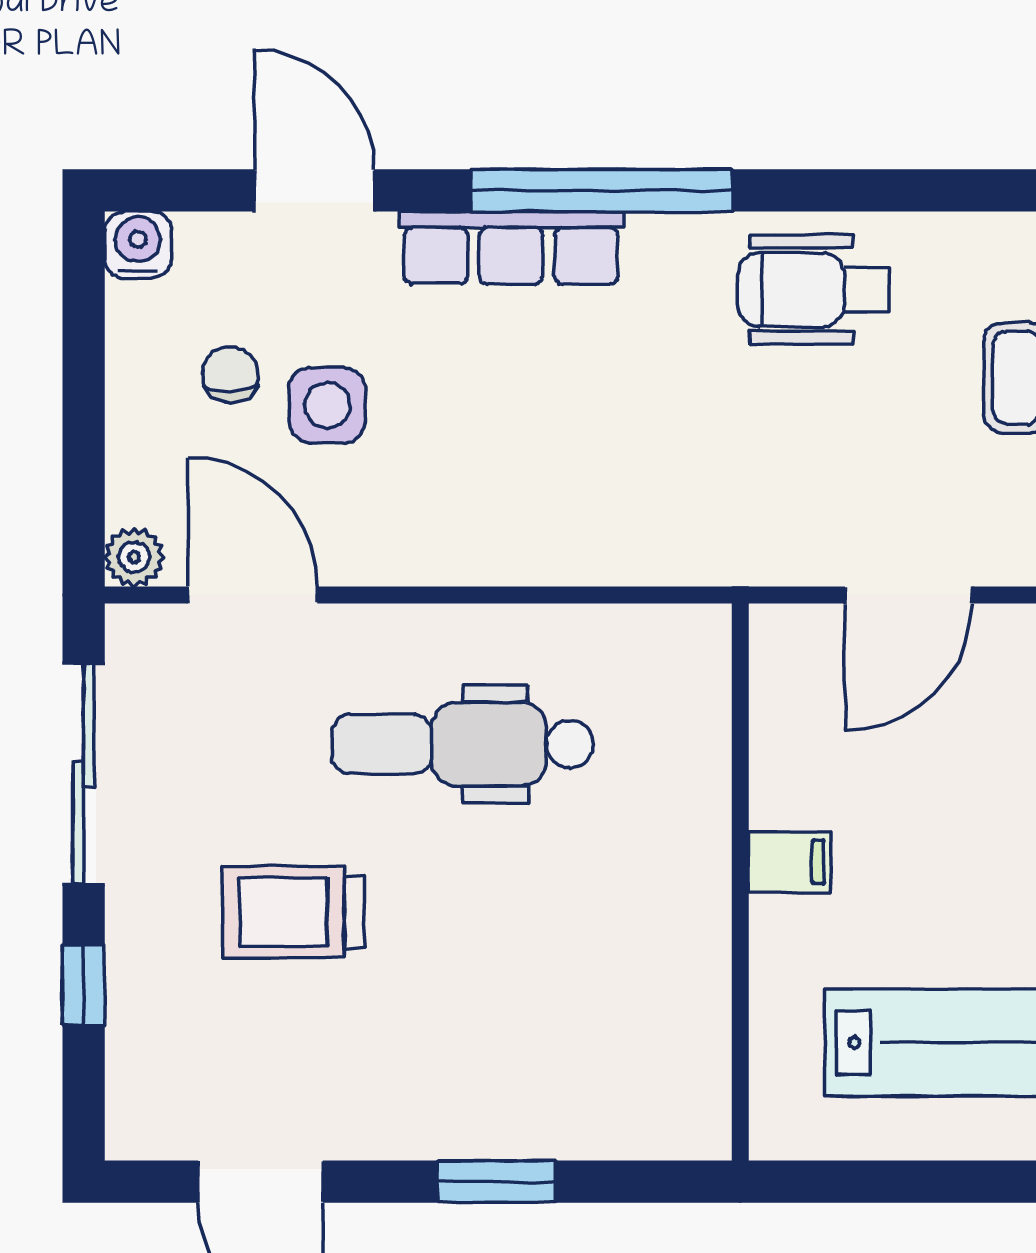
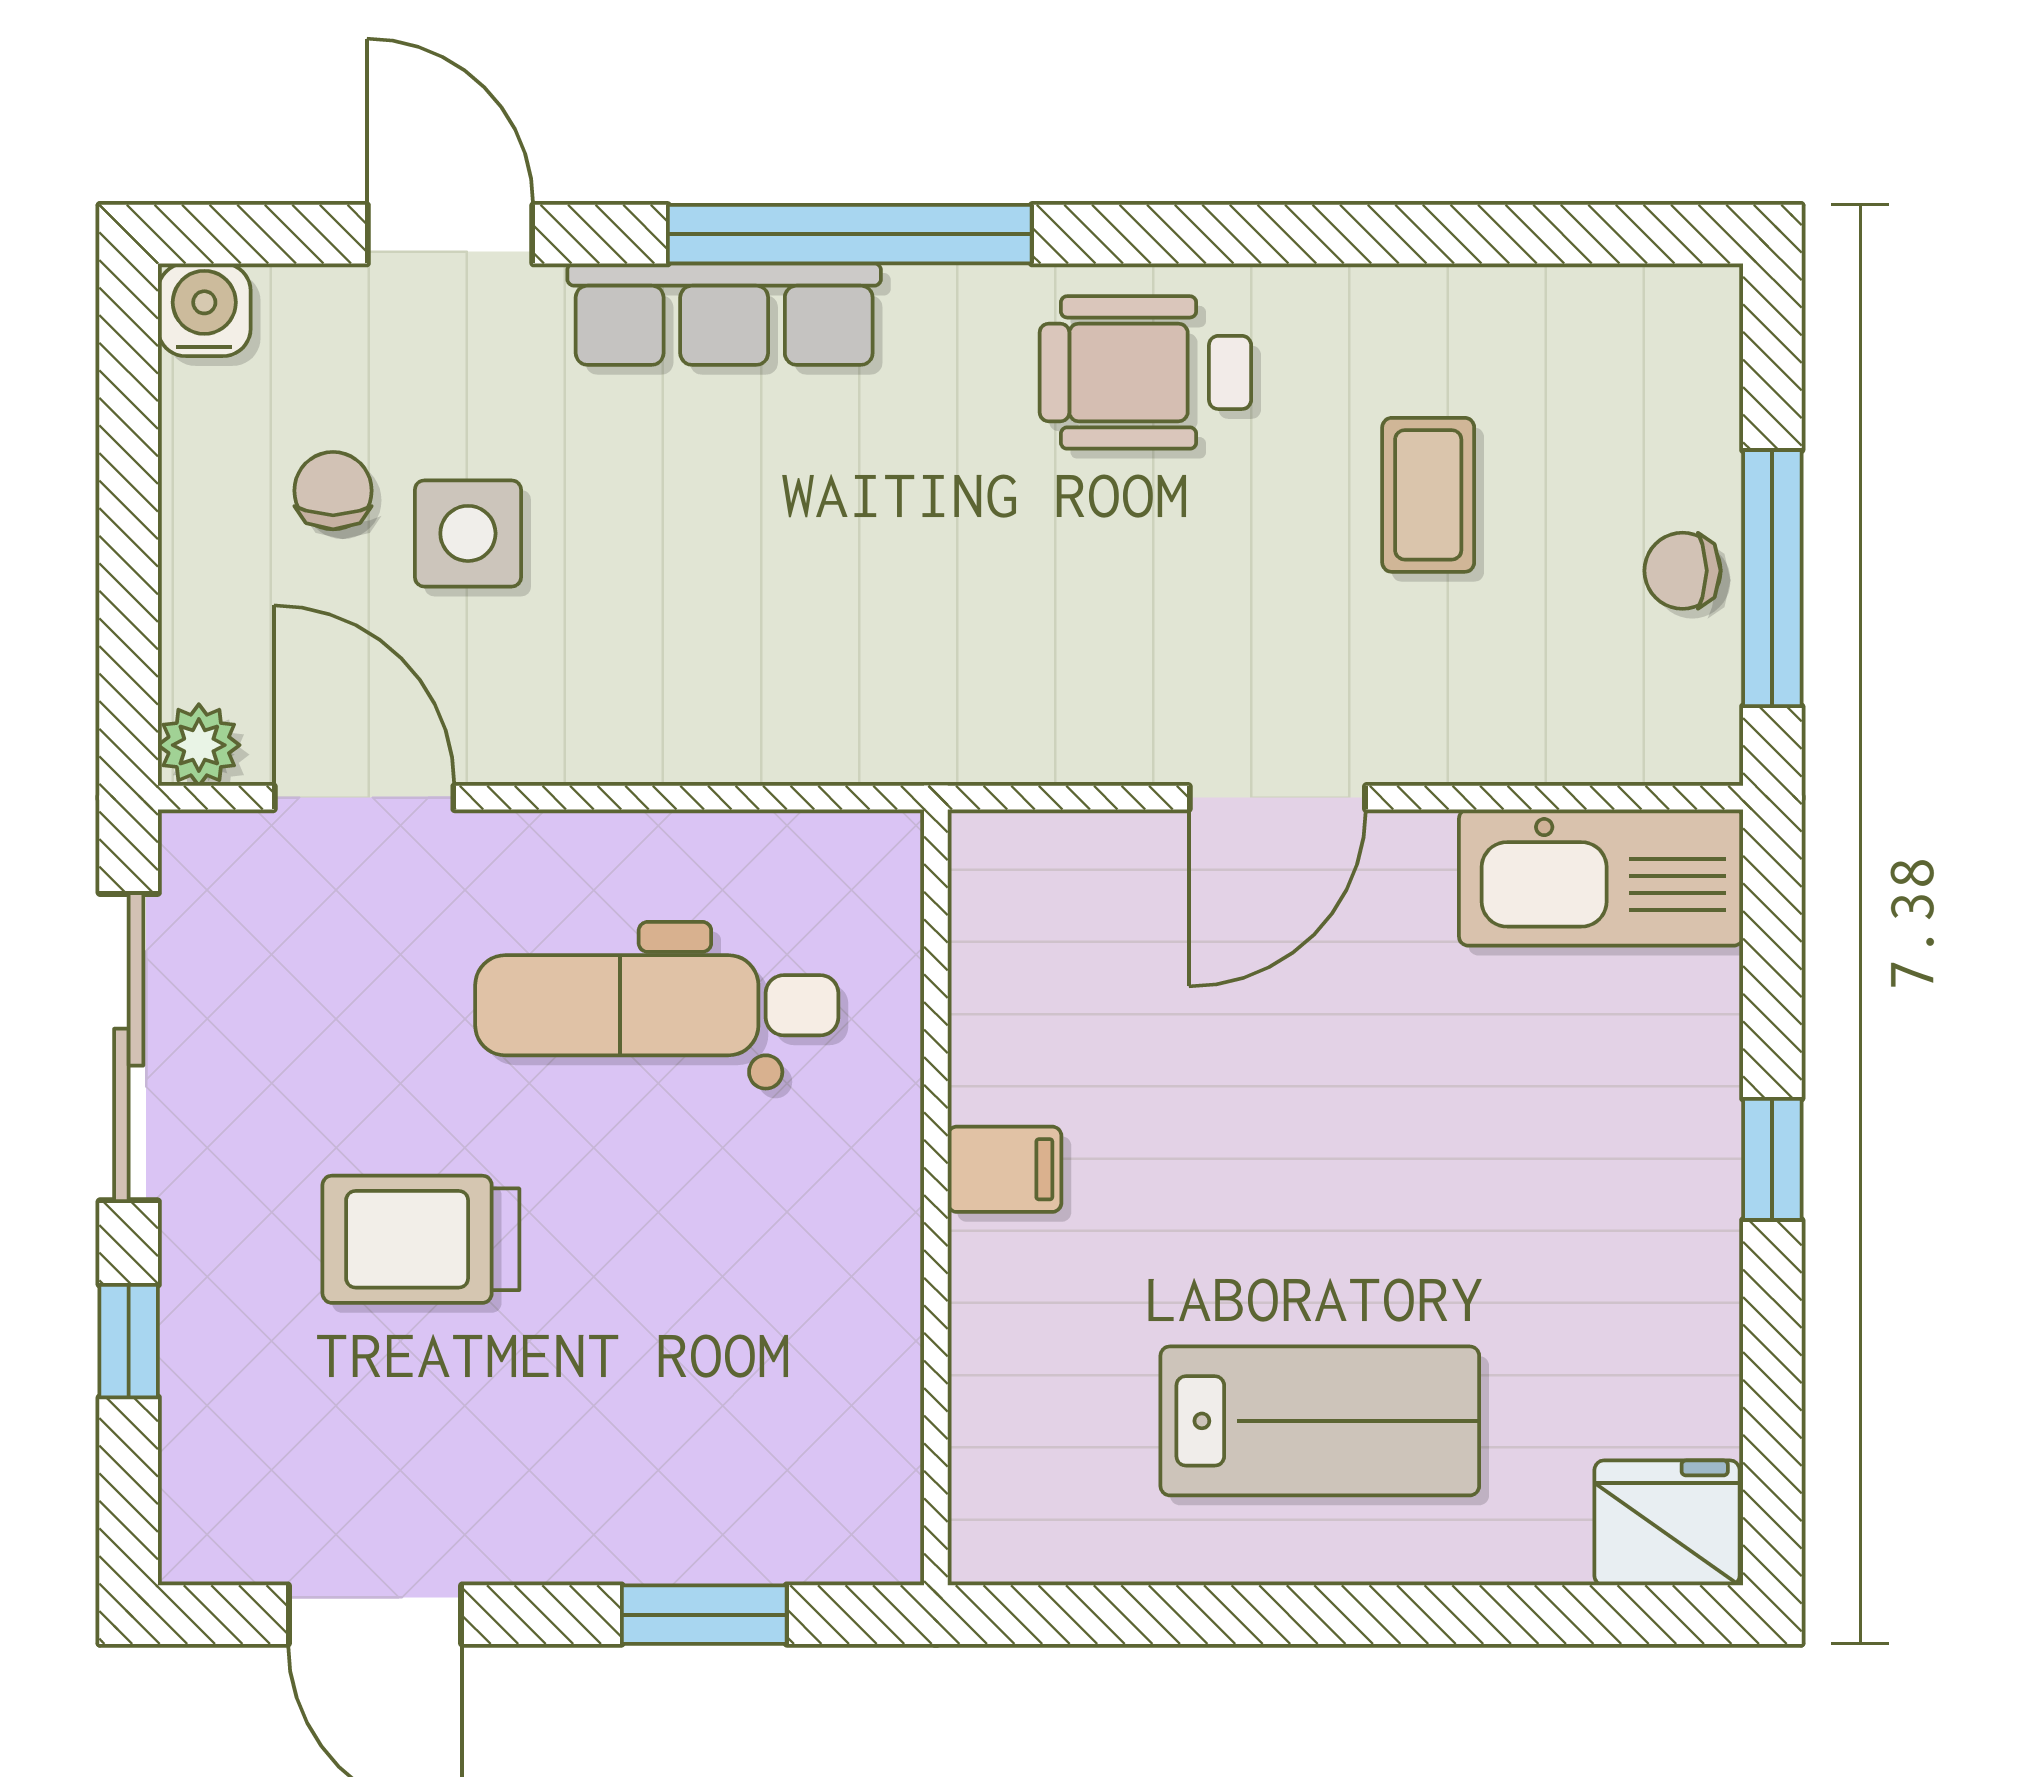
filing cabinet: (789, 862) -> (1004, 1169), moved
wall: (740, 882) -> (936, 1197), moved

